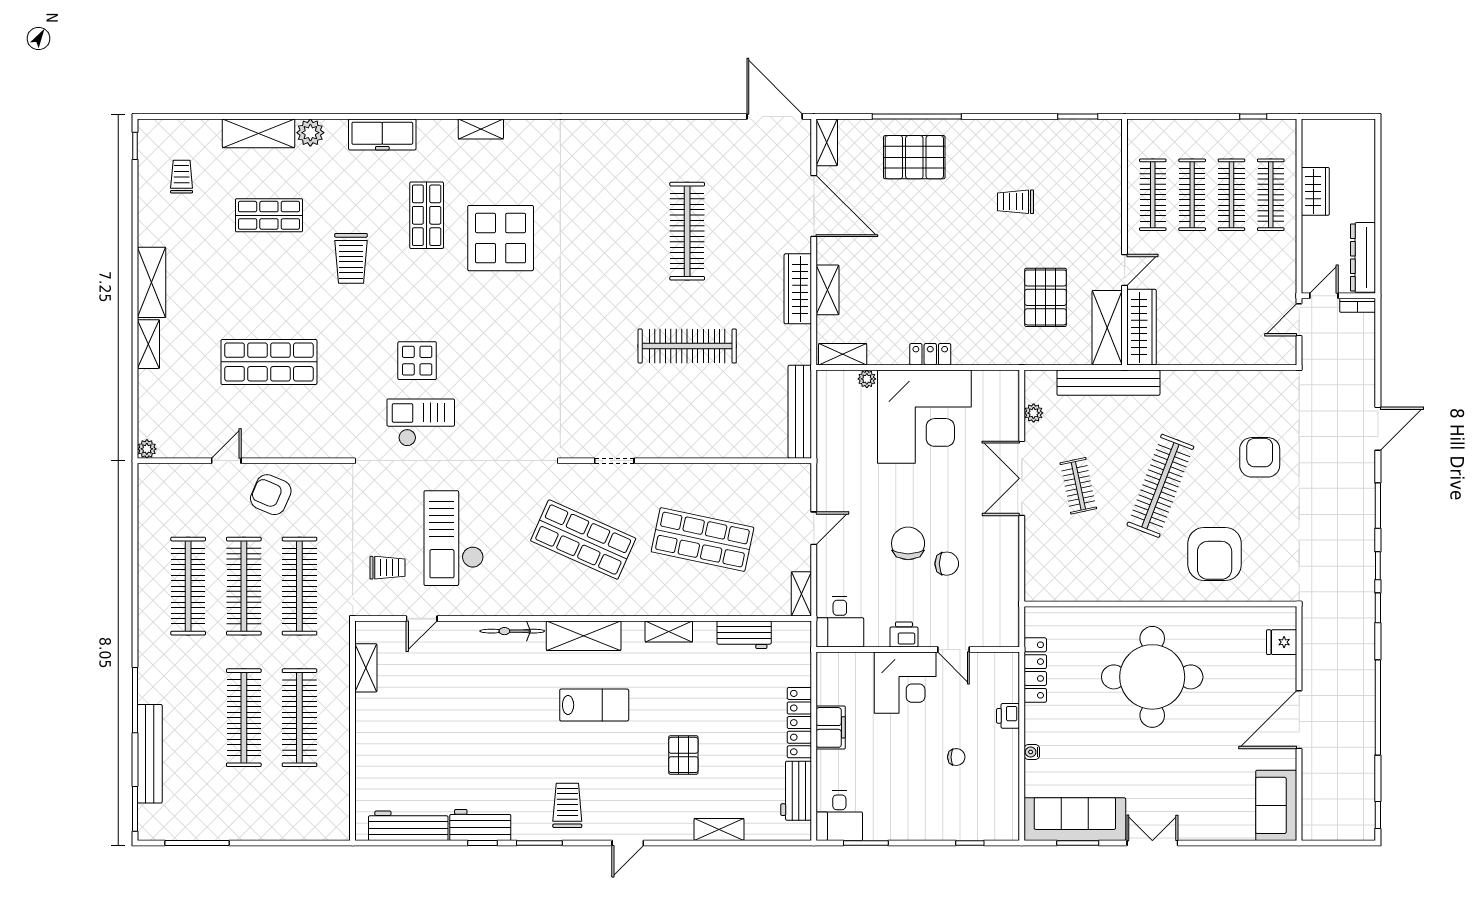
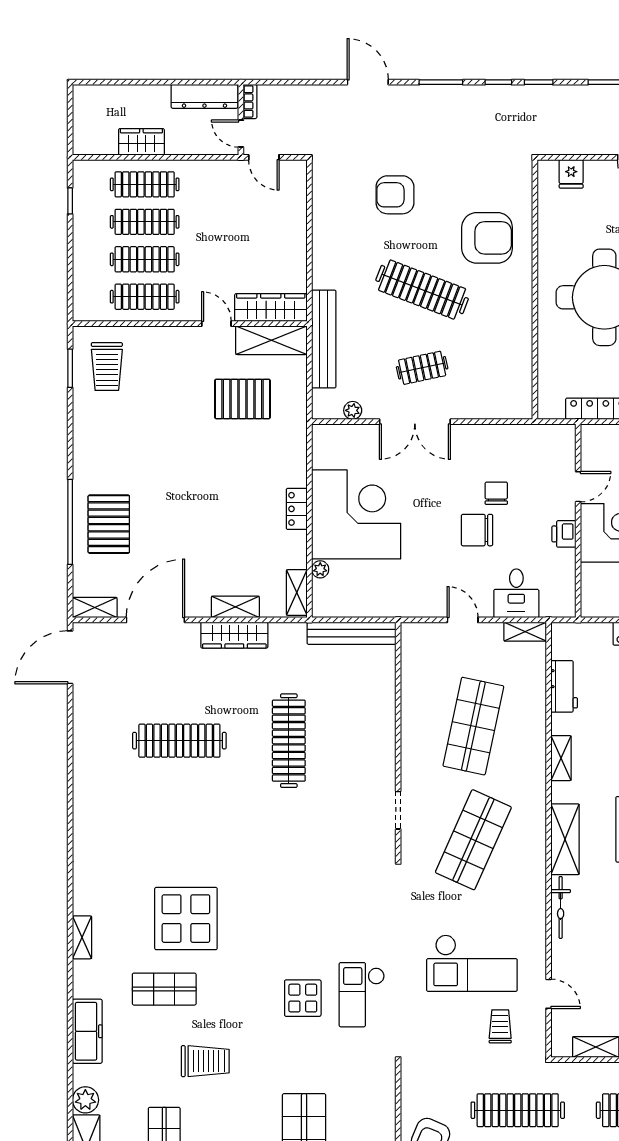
trolley: (1016, 202) -> (107, 367), moved, width x1.36, depth x1.39
desk: (840, 622) -> (516, 593), moved, turned 90

